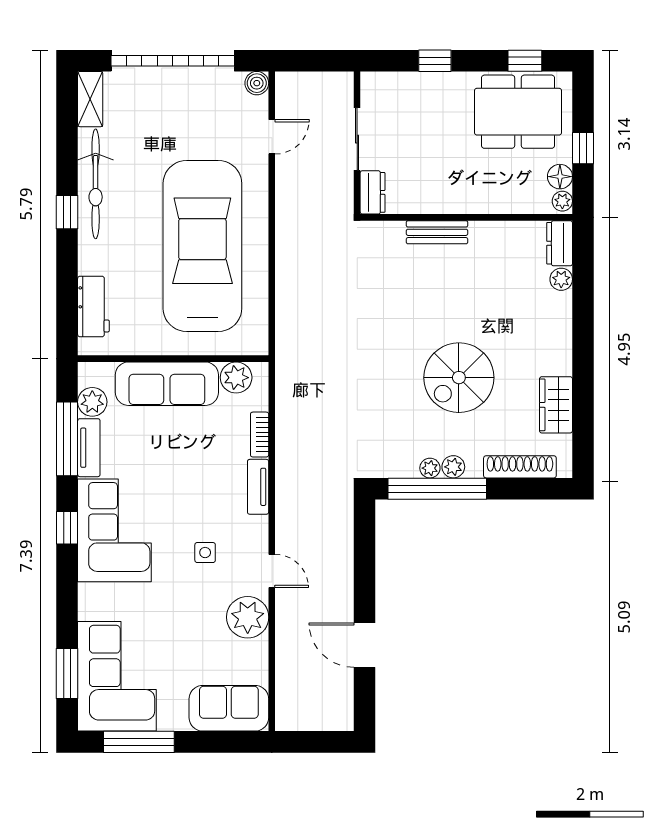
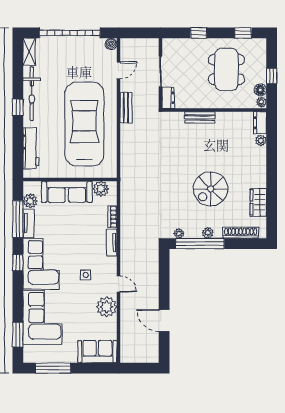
dining table: (518, 112) -> (226, 69), moved, turned 90
bench: (287, 213) -> (126, 108), added
workbench: (93, 306) -> (31, 148), width x1.38
plant: (430, 468) -> (179, 233), moved
corner sofa: (117, 676) -> (42, 318), moved

